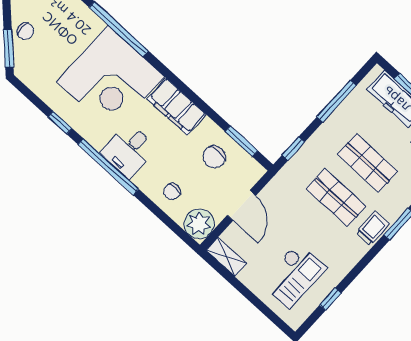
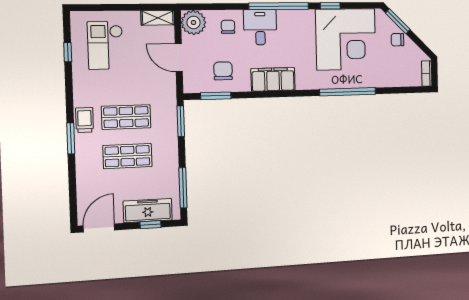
corner desk: (111, 79) -> (346, 39), moved, turned 180
window: (336, 101) -> (183, 188), moved
window: (293, 149) -> (181, 121), width x1.50
desk: (129, 150) -> (260, 27), moved
trolley: (373, 229) -> (85, 120), turned 180

